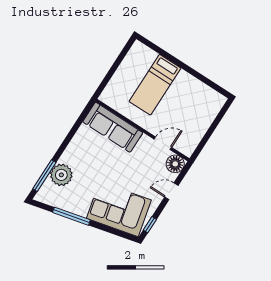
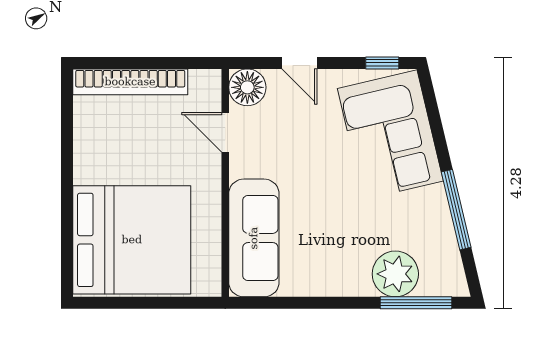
bed: (155, 85) -> (132, 240), width x2.04
bookcase: (208, 118) -> (130, 82), added

